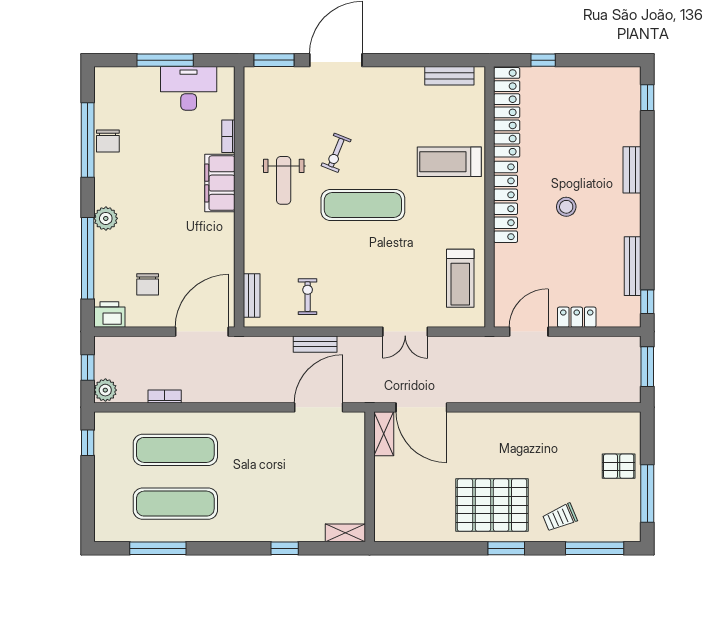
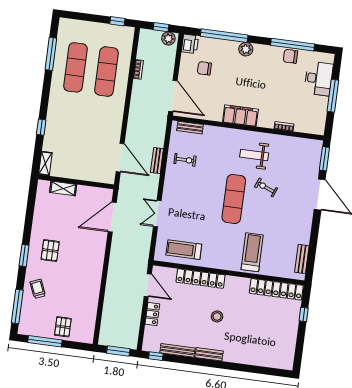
desk: (189, 88) -> (319, 79), moved
window: (647, 98) -> (274, 372), removed
bench: (632, 170) -> (209, 354), moved
filing cabinet: (220, 183) -> (240, 116), moved
locker: (506, 202) -> (200, 279), moved
plant: (105, 390) -> (168, 39), moved
shelving: (384, 434) -> (63, 188), moved
pallet: (492, 505) -> (50, 251), width x0.49, depth x0.50

